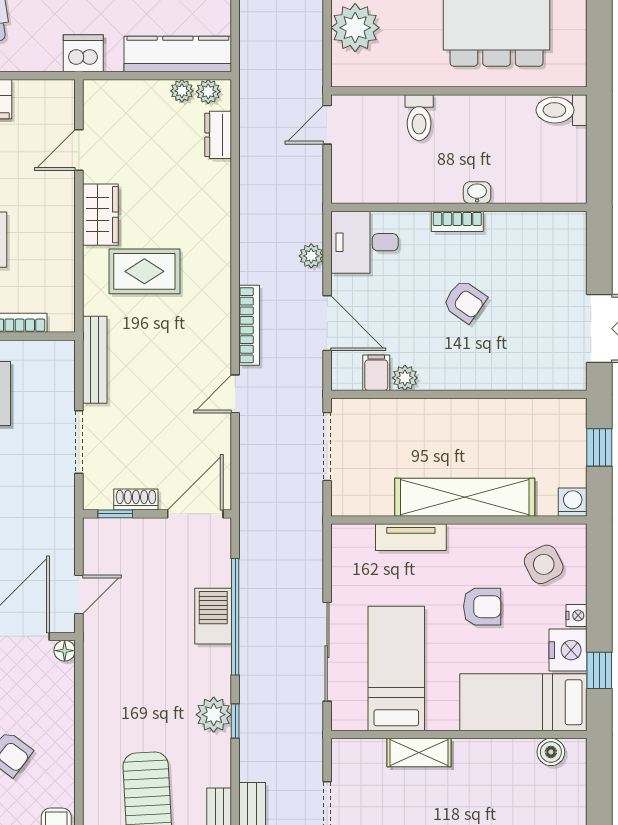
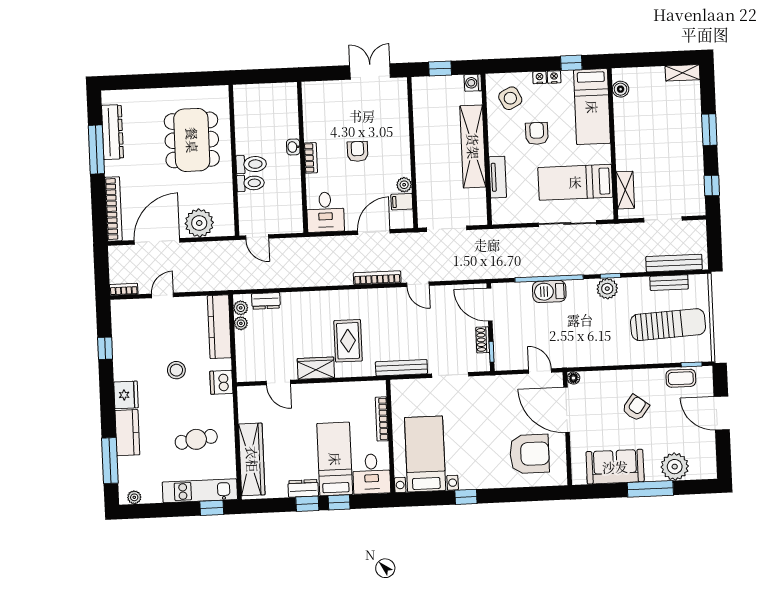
toilet: (562, 110) -> (251, 164), moved, turned -90
plant: (311, 256) -> (335, 243), removed
armchair: (465, 301) -> (358, 151), turned -35
nightstand: (568, 650) -> (554, 77), width x0.53, depth x0.56
shelving: (419, 753) -> (625, 190), moved

